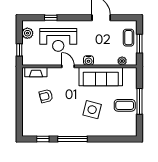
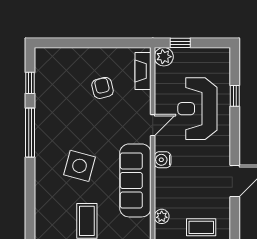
plant: (27, 33) -> (164, 57), moved

